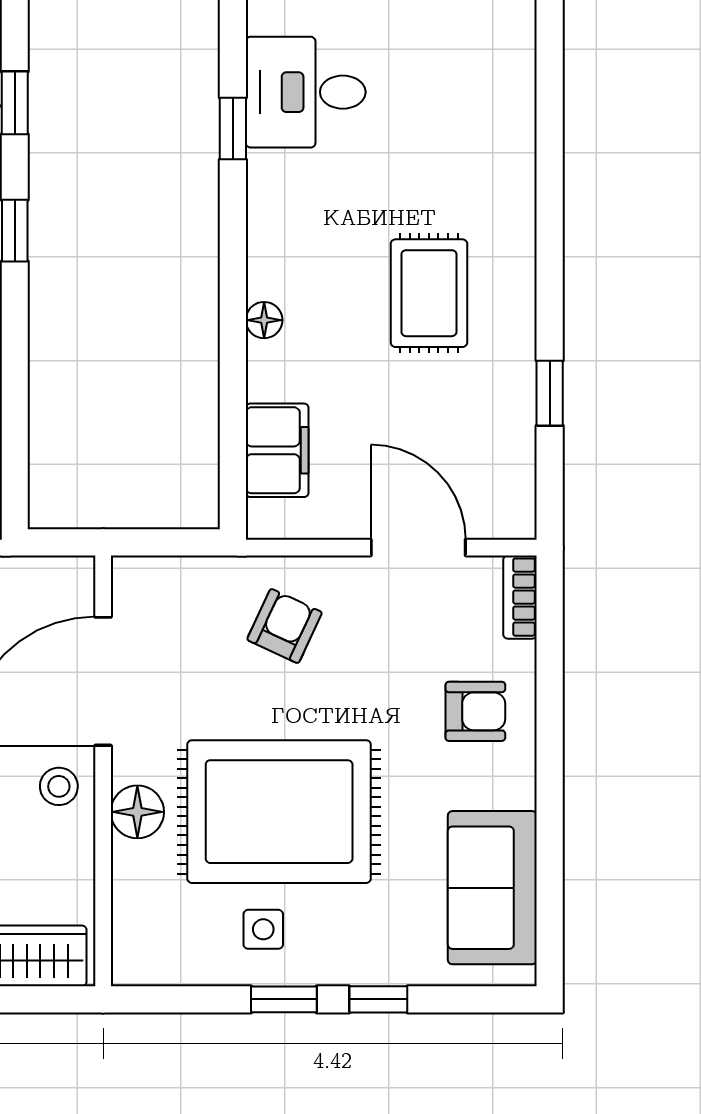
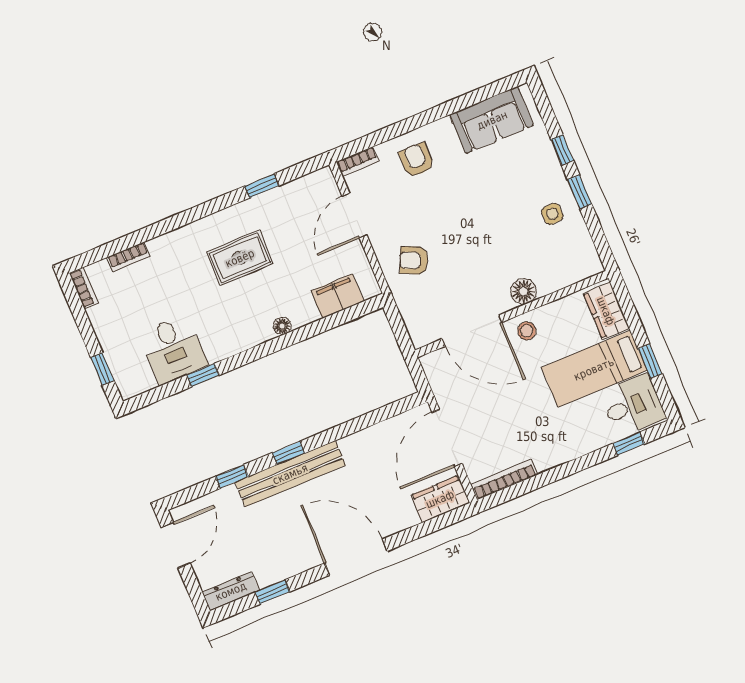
bookcase: (520, 80) -> (128, 257), added
rug: (279, 812) -> (497, 229), removed

